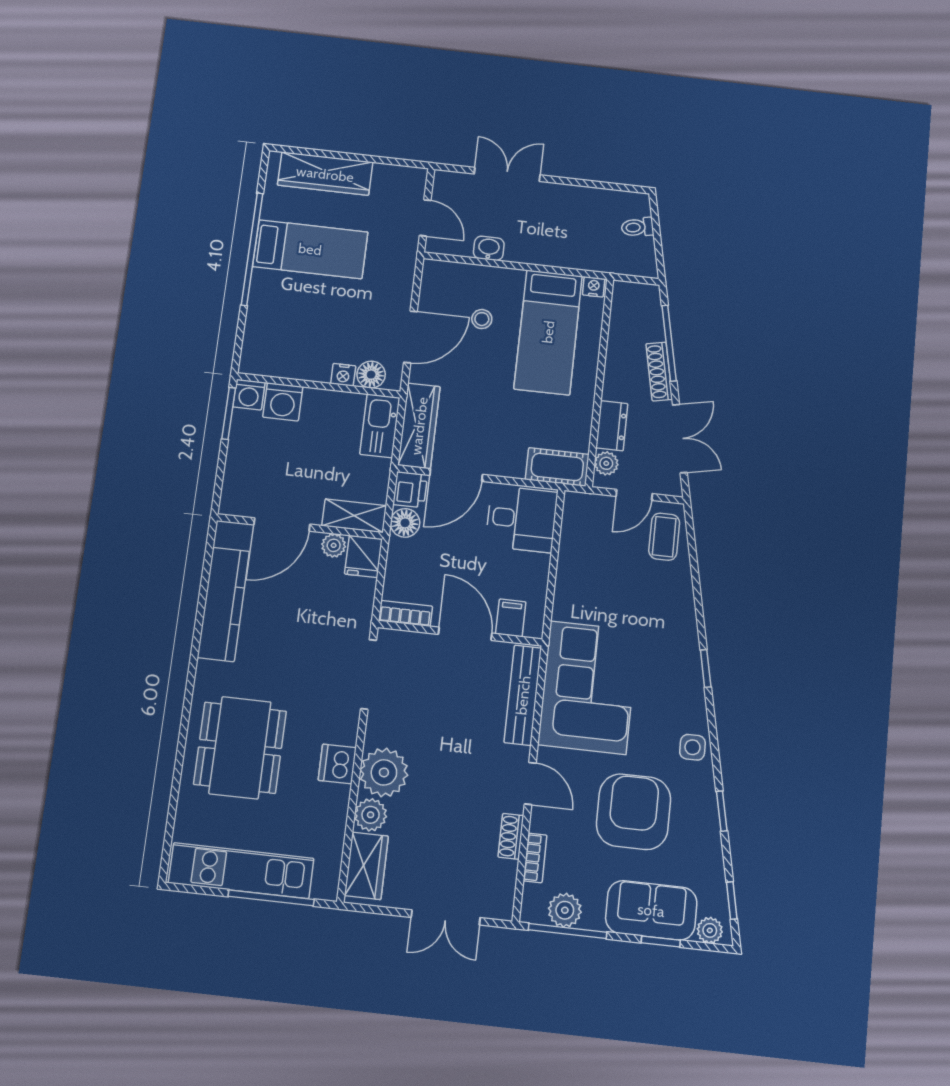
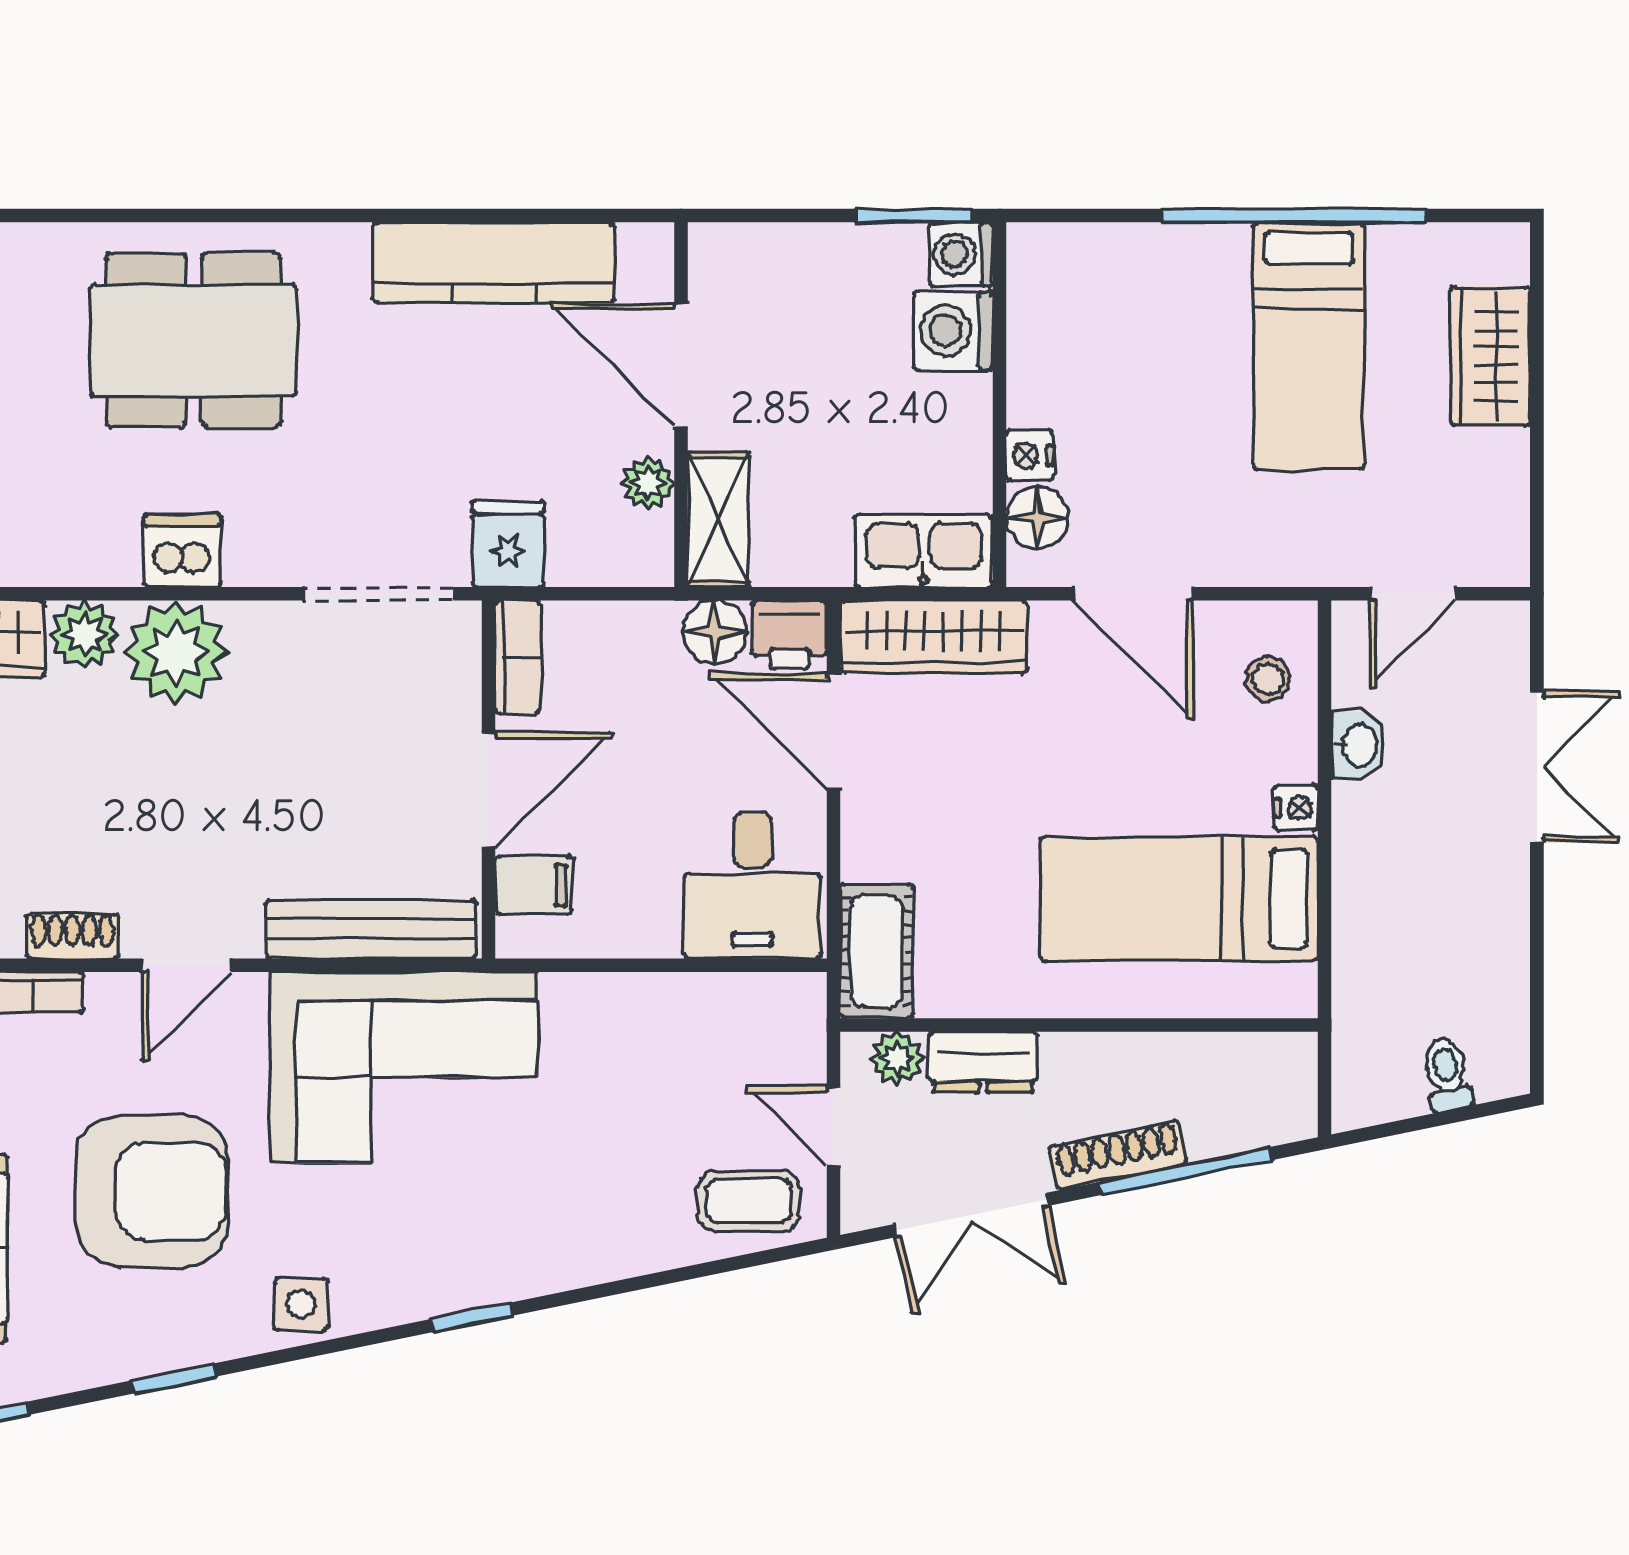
wardrobe: (325, 174) -> (1490, 356), width x0.67
nightstand: (594, 287) -> (1296, 808), moved
stool: (482, 319) -> (1268, 679), moved
fridge: (363, 556) -> (508, 544), moved, turned 90

